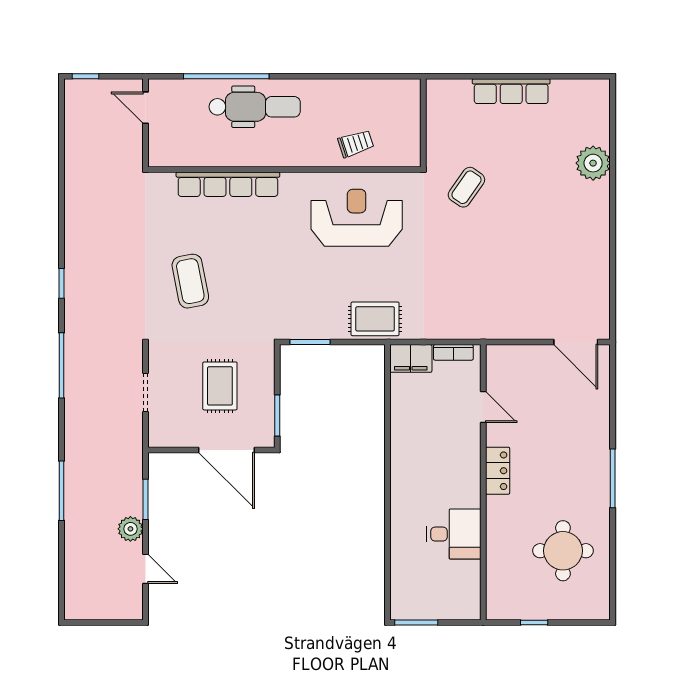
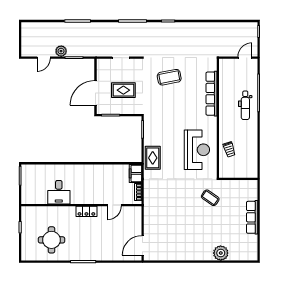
dental chair: (255, 107) -> (245, 105), width x0.73, depth x0.72

